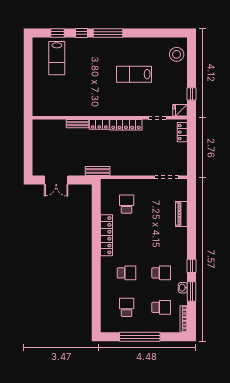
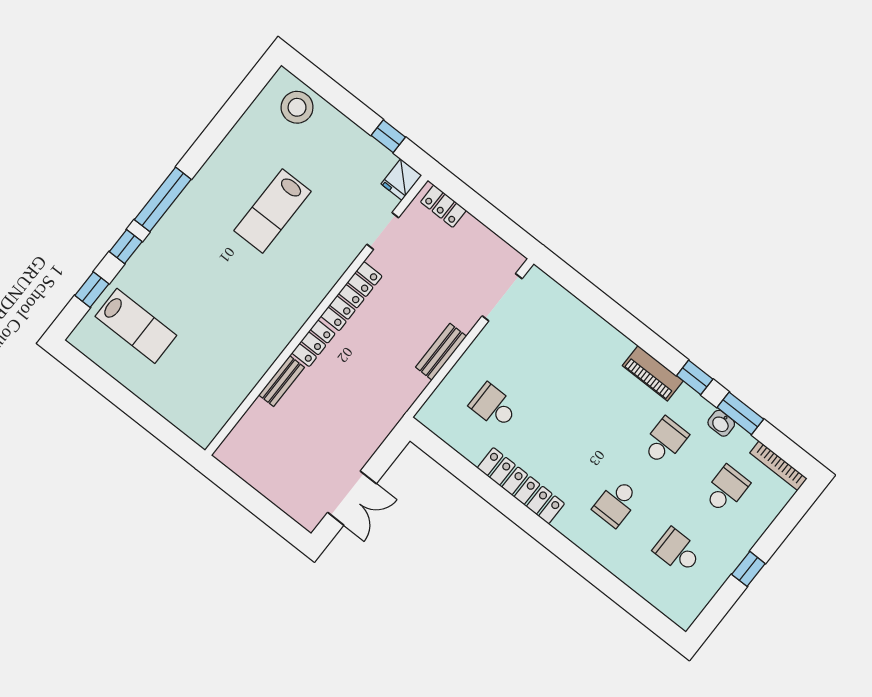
bench: (98, 171) -> (441, 352), moved
piano: (181, 214) -> (653, 373), moved
school desk: (127, 273) -> (616, 503), turned 180
window: (140, 337) -> (748, 569), width x0.32

